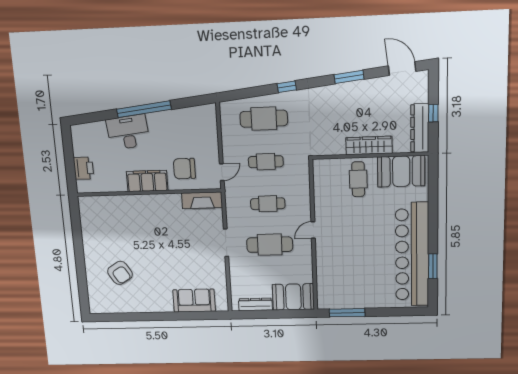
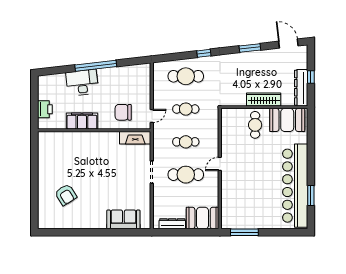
filing cabinet: (147, 181) -> (82, 121), moved

